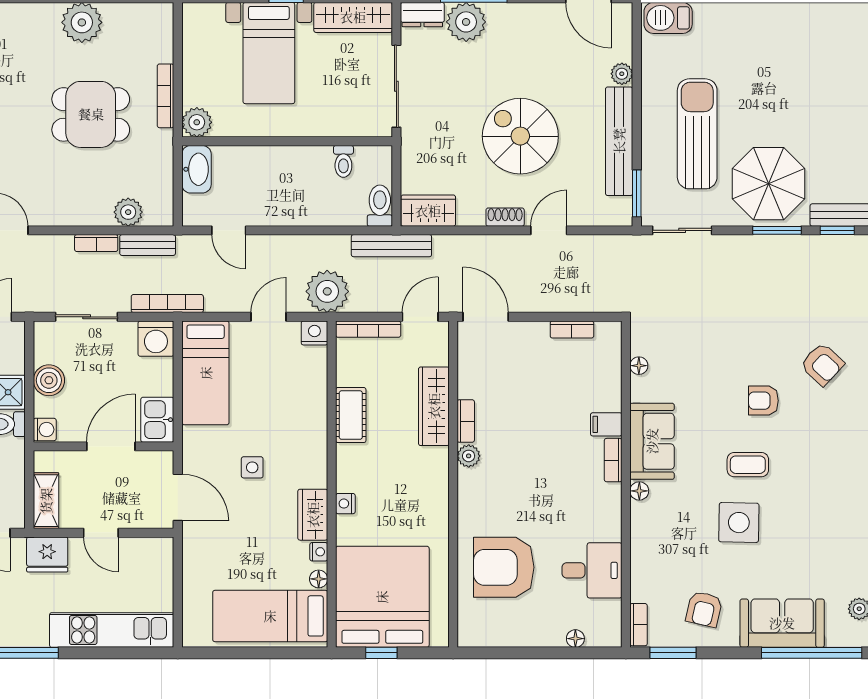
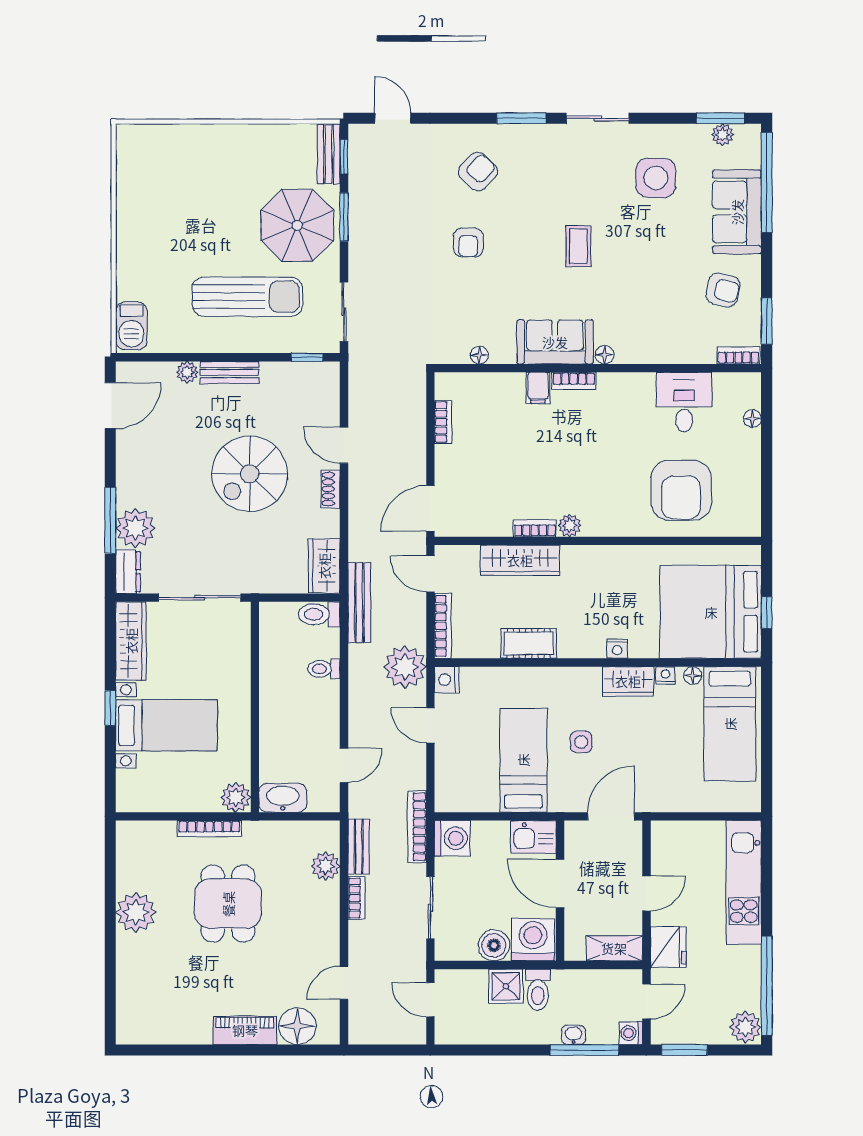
sun lounger: (697, 134) -> (247, 297), turned 180
bench: (619, 141) -> (230, 372), width x0.54, depth x0.82
toilet: (343, 161) -> (324, 669), moved, turned 180
window: (637, 193) -> (307, 357), width x0.67
bed: (206, 373) -> (523, 760), moved, turned -90
armchair: (763, 401) -> (468, 242), moved
washing machine: (45, 430) -> (533, 939), width x1.89, depth x1.89
side table: (739, 523) -> (656, 178), moved

